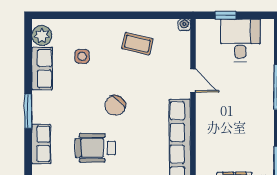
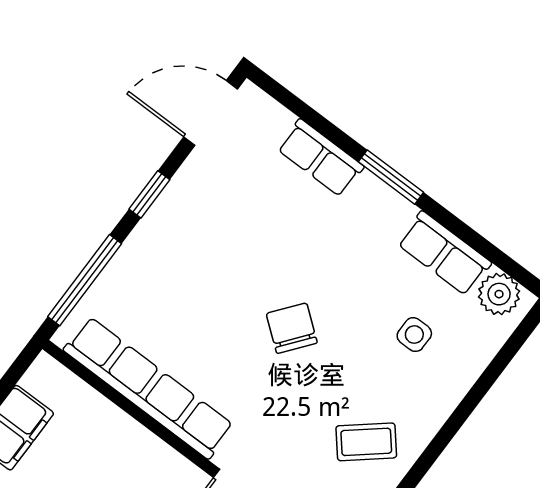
coffee table: (137, 44) -> (366, 442), turned 37
wheelchair: (95, 148) -> (246, 242), removed

